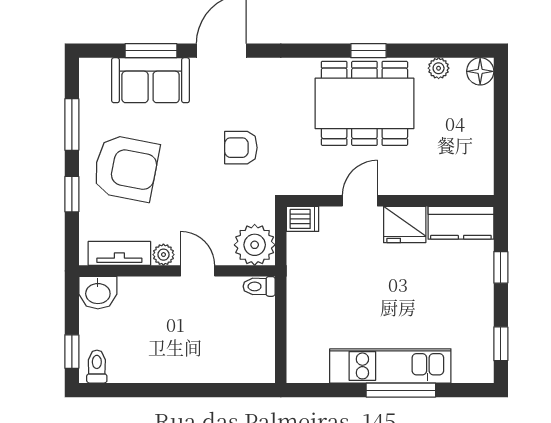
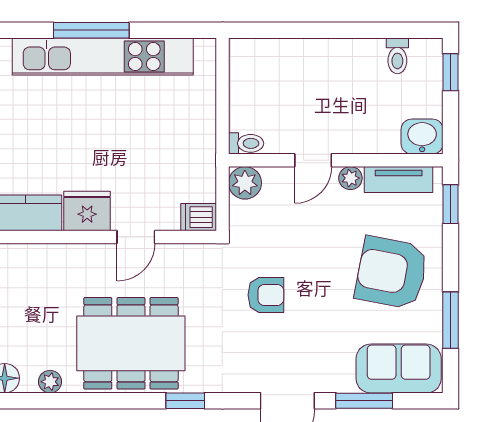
window: (368, 51) -> (185, 401), moved
sofa: (151, 80) -> (399, 369), moved
window: (72, 194) -> (451, 204), moved
plant: (255, 245) -> (245, 183), width x0.73, depth x0.73
door: (198, 271) -> (313, 160), hinge flipped
kitchen unit: (390, 366) -> (103, 57), width x1.36
toilet: (97, 367) -> (397, 56), moved

